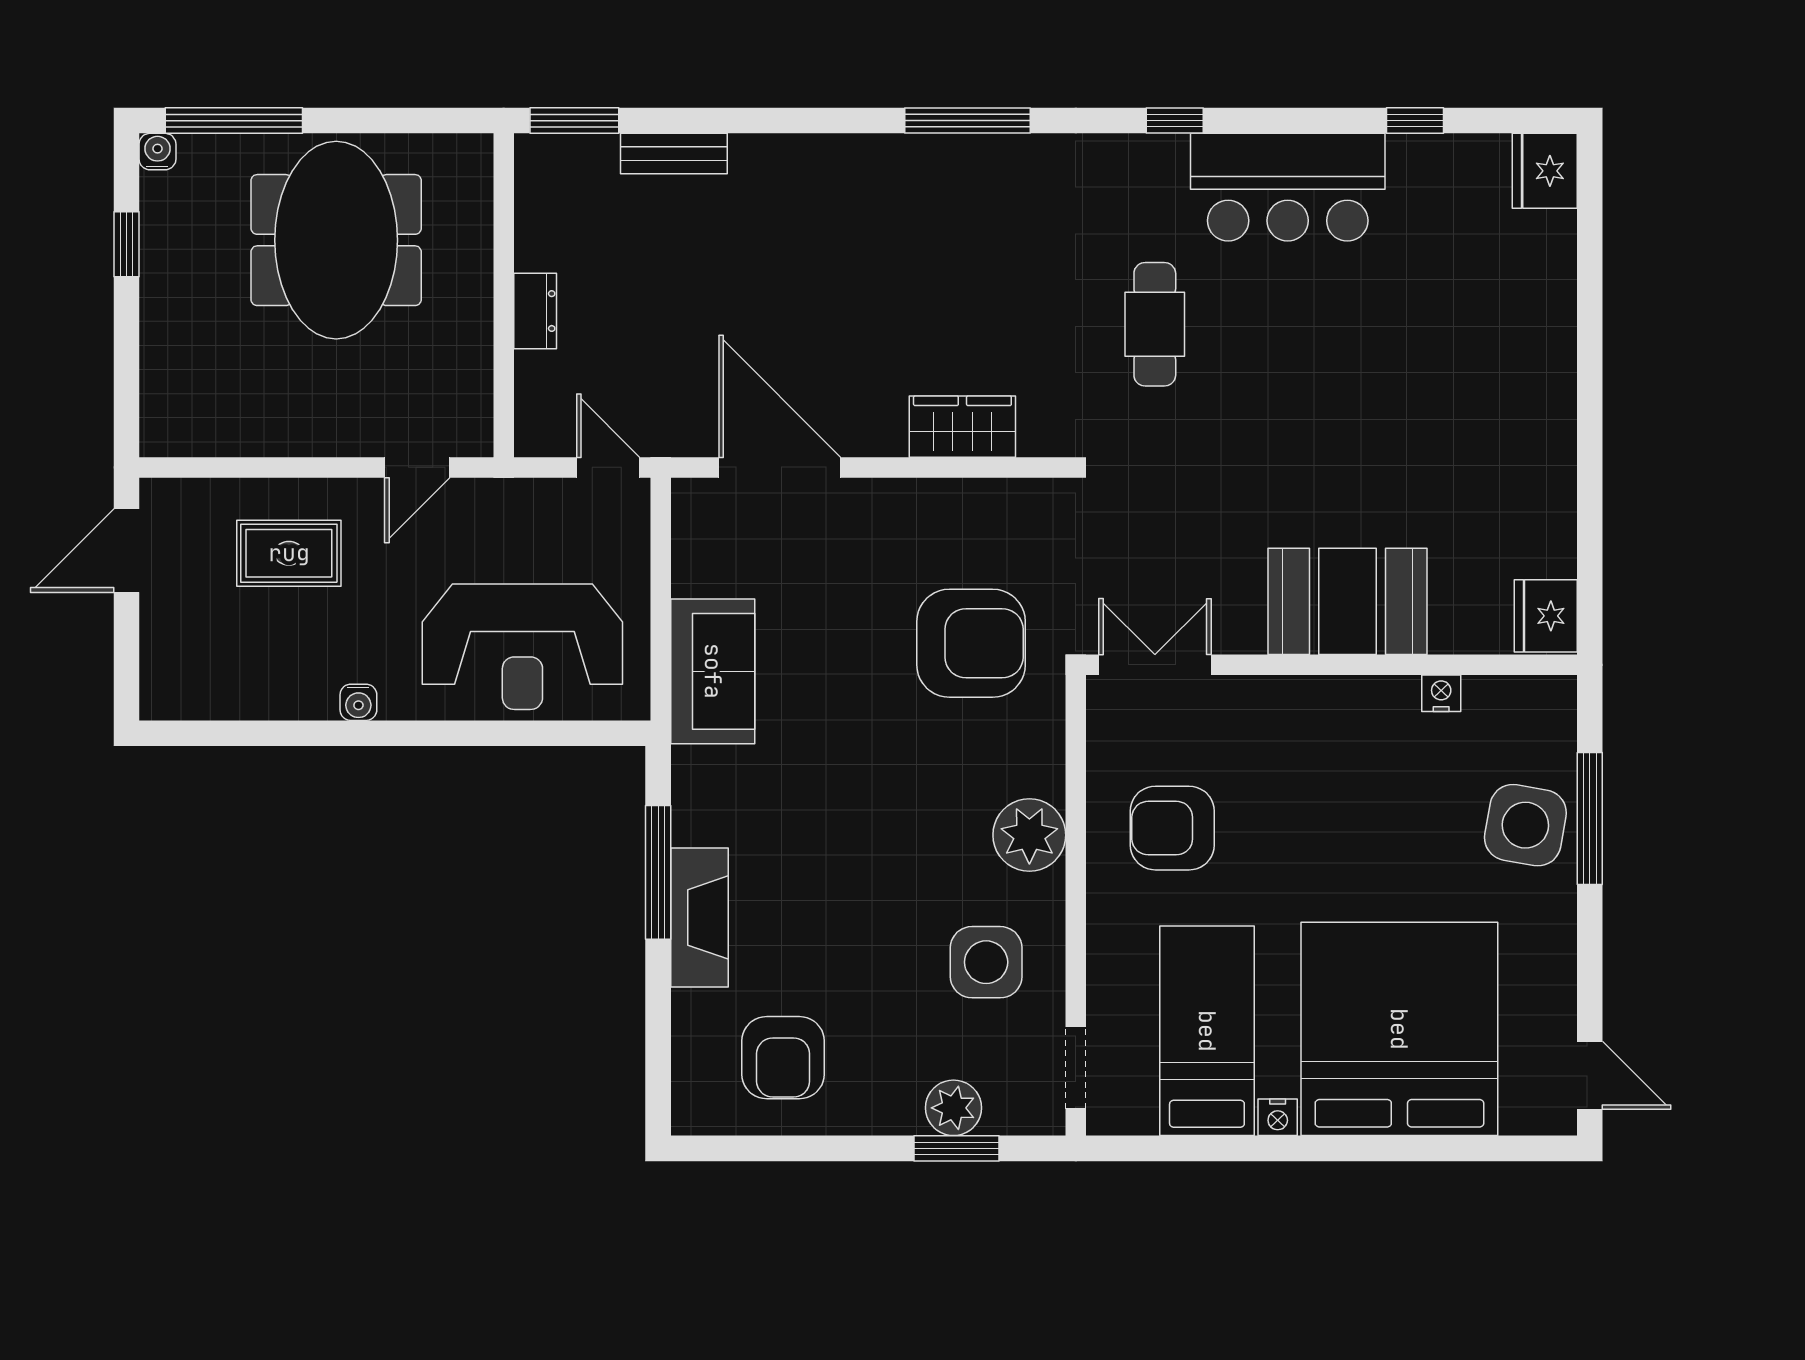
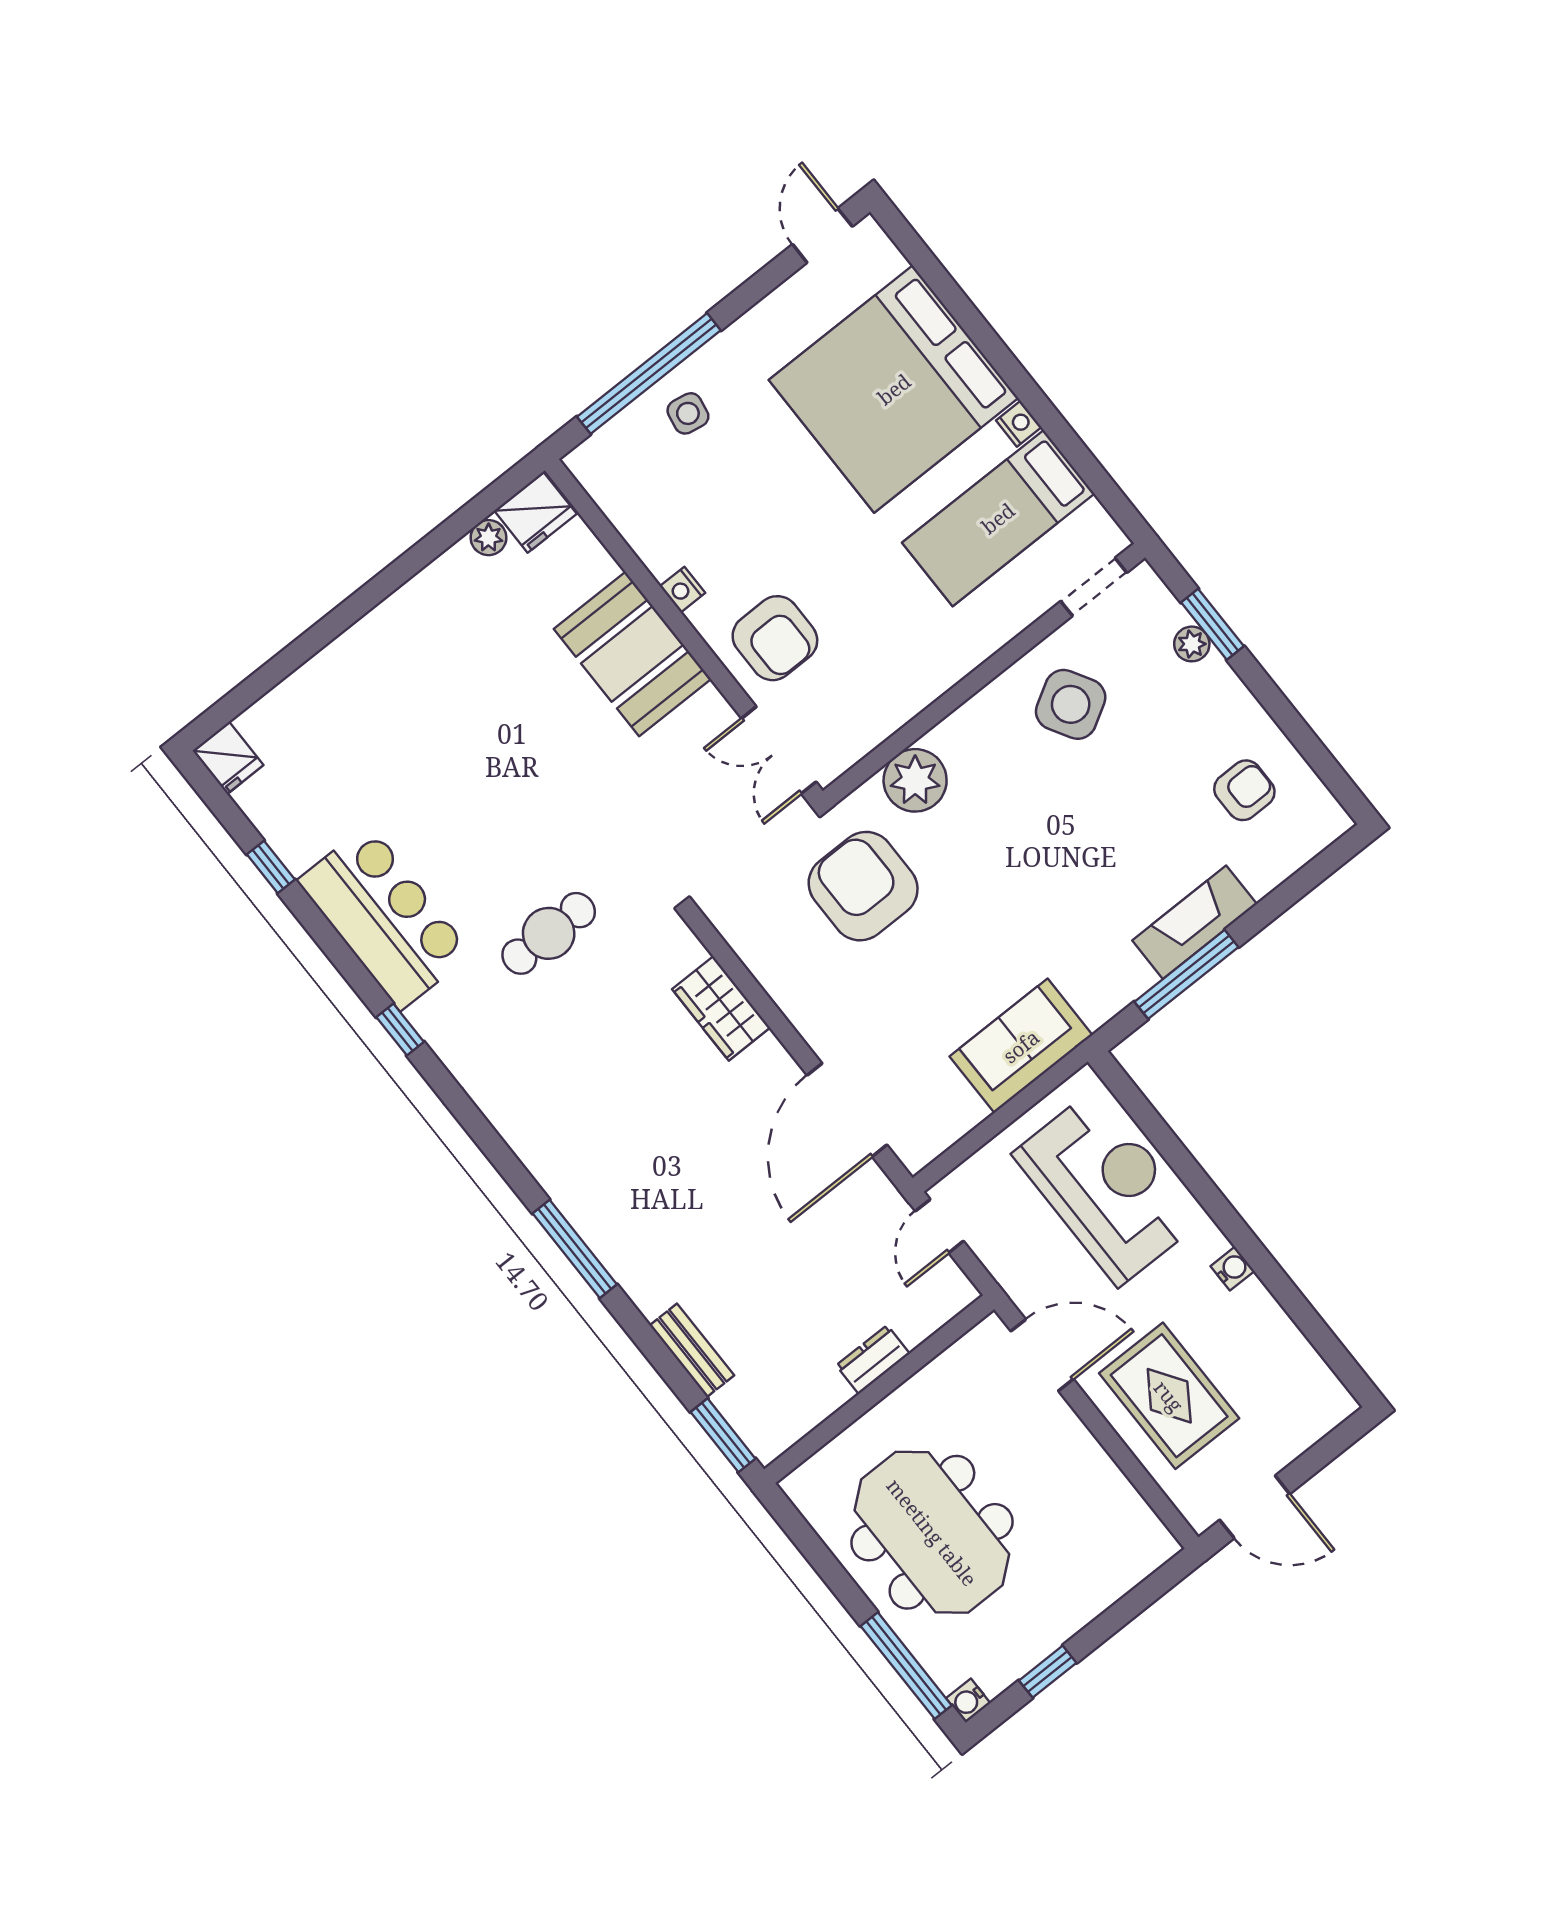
window: (968, 121) -> (575, 1249), moved
fridge: (1545, 171) -> (228, 758), width x0.72
meeting table: (336, 240) -> (932, 1532), turned 90
door: (417, 467) -> (1042, 1355), width x1.37
rug: (289, 553) -> (1169, 1396), width x1.36, depth x1.43
plant: (1557, 555) -> (489, 538), added
nightstand: (1441, 693) -> (682, 590), moved
window: (1590, 818) -> (649, 374), width x1.46
side table: (1525, 825) -> (688, 413), width x0.54, depth x0.54
armchair: (1172, 828) -> (775, 638), moved
plant: (1029, 835) -> (915, 780), moved
side table: (986, 962) -> (1071, 704), turned -30
armchair: (783, 1058) -> (1244, 790), width x0.72, depth x0.72
plant: (953, 1108) -> (1192, 644), width x0.73, depth x0.73

